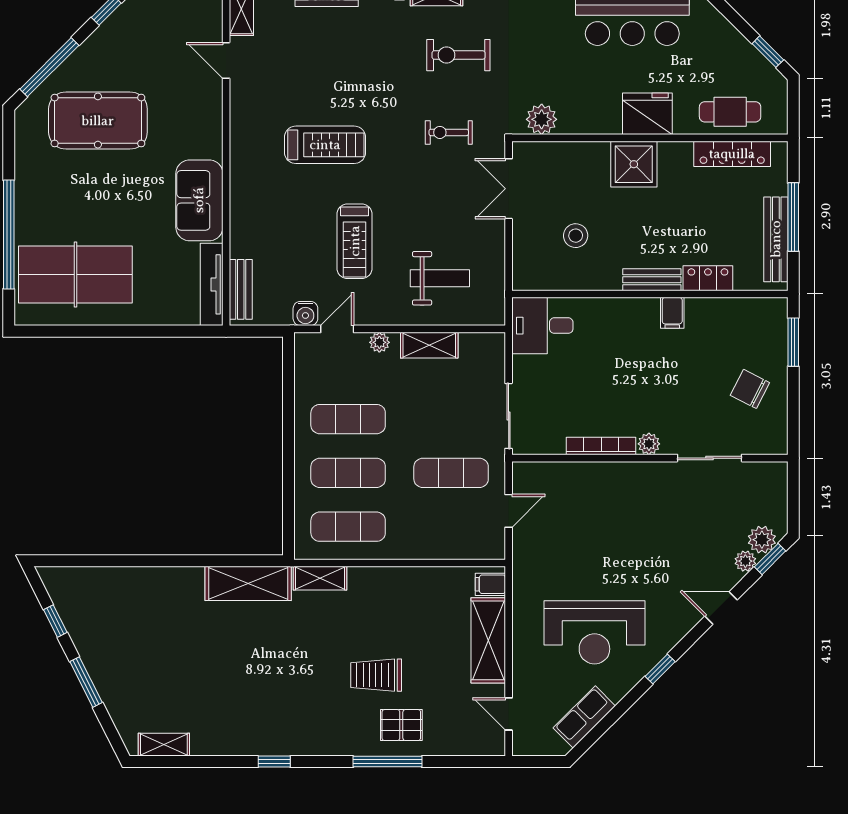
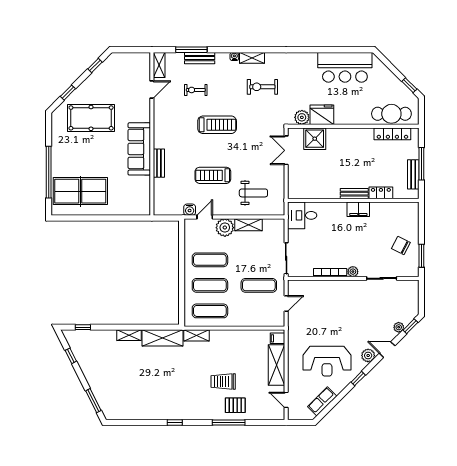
door: (226, 60) -> (152, 89), swing flipped
window: (49, 67) -> (68, 93), width x0.46
cafe table: (730, 112) -> (391, 114), width x1.37, depth x1.35
fridge: (647, 114) -> (322, 115), moved
exercise bike: (449, 132) -> (196, 90), moved
treadmill: (325, 145) -> (217, 125), moved
shower: (634, 164) -> (315, 139), moved
sofa: (199, 200) -> (139, 149), width x1.36
stool: (576, 236) -> (318, 173), removed
bench: (776, 239) -> (413, 174), width x0.73
treadmill: (355, 241) -> (213, 175), turned 90
tv unit: (212, 284) -> (145, 196), removed
bench: (241, 289) -> (159, 163), moved
filing cabinet: (672, 313) -> (358, 209), width x2.00
plant: (379, 342) -> (225, 228), width x1.88, depth x1.88
window: (793, 342) -> (421, 256), moved
plant: (762, 540) -> (368, 355), moved
window: (81, 561) -> (83, 327), added
window: (86, 682) -> (93, 401), moved
shelving: (164, 745) -> (129, 335), moved

